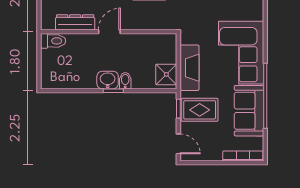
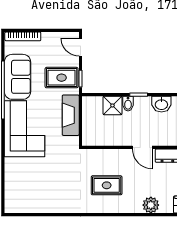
door: (109, 32) -> (142, 147), hinge flipped
shower: (166, 74) -> (112, 105), moved
washbasin: (108, 80) -> (161, 104), moved

